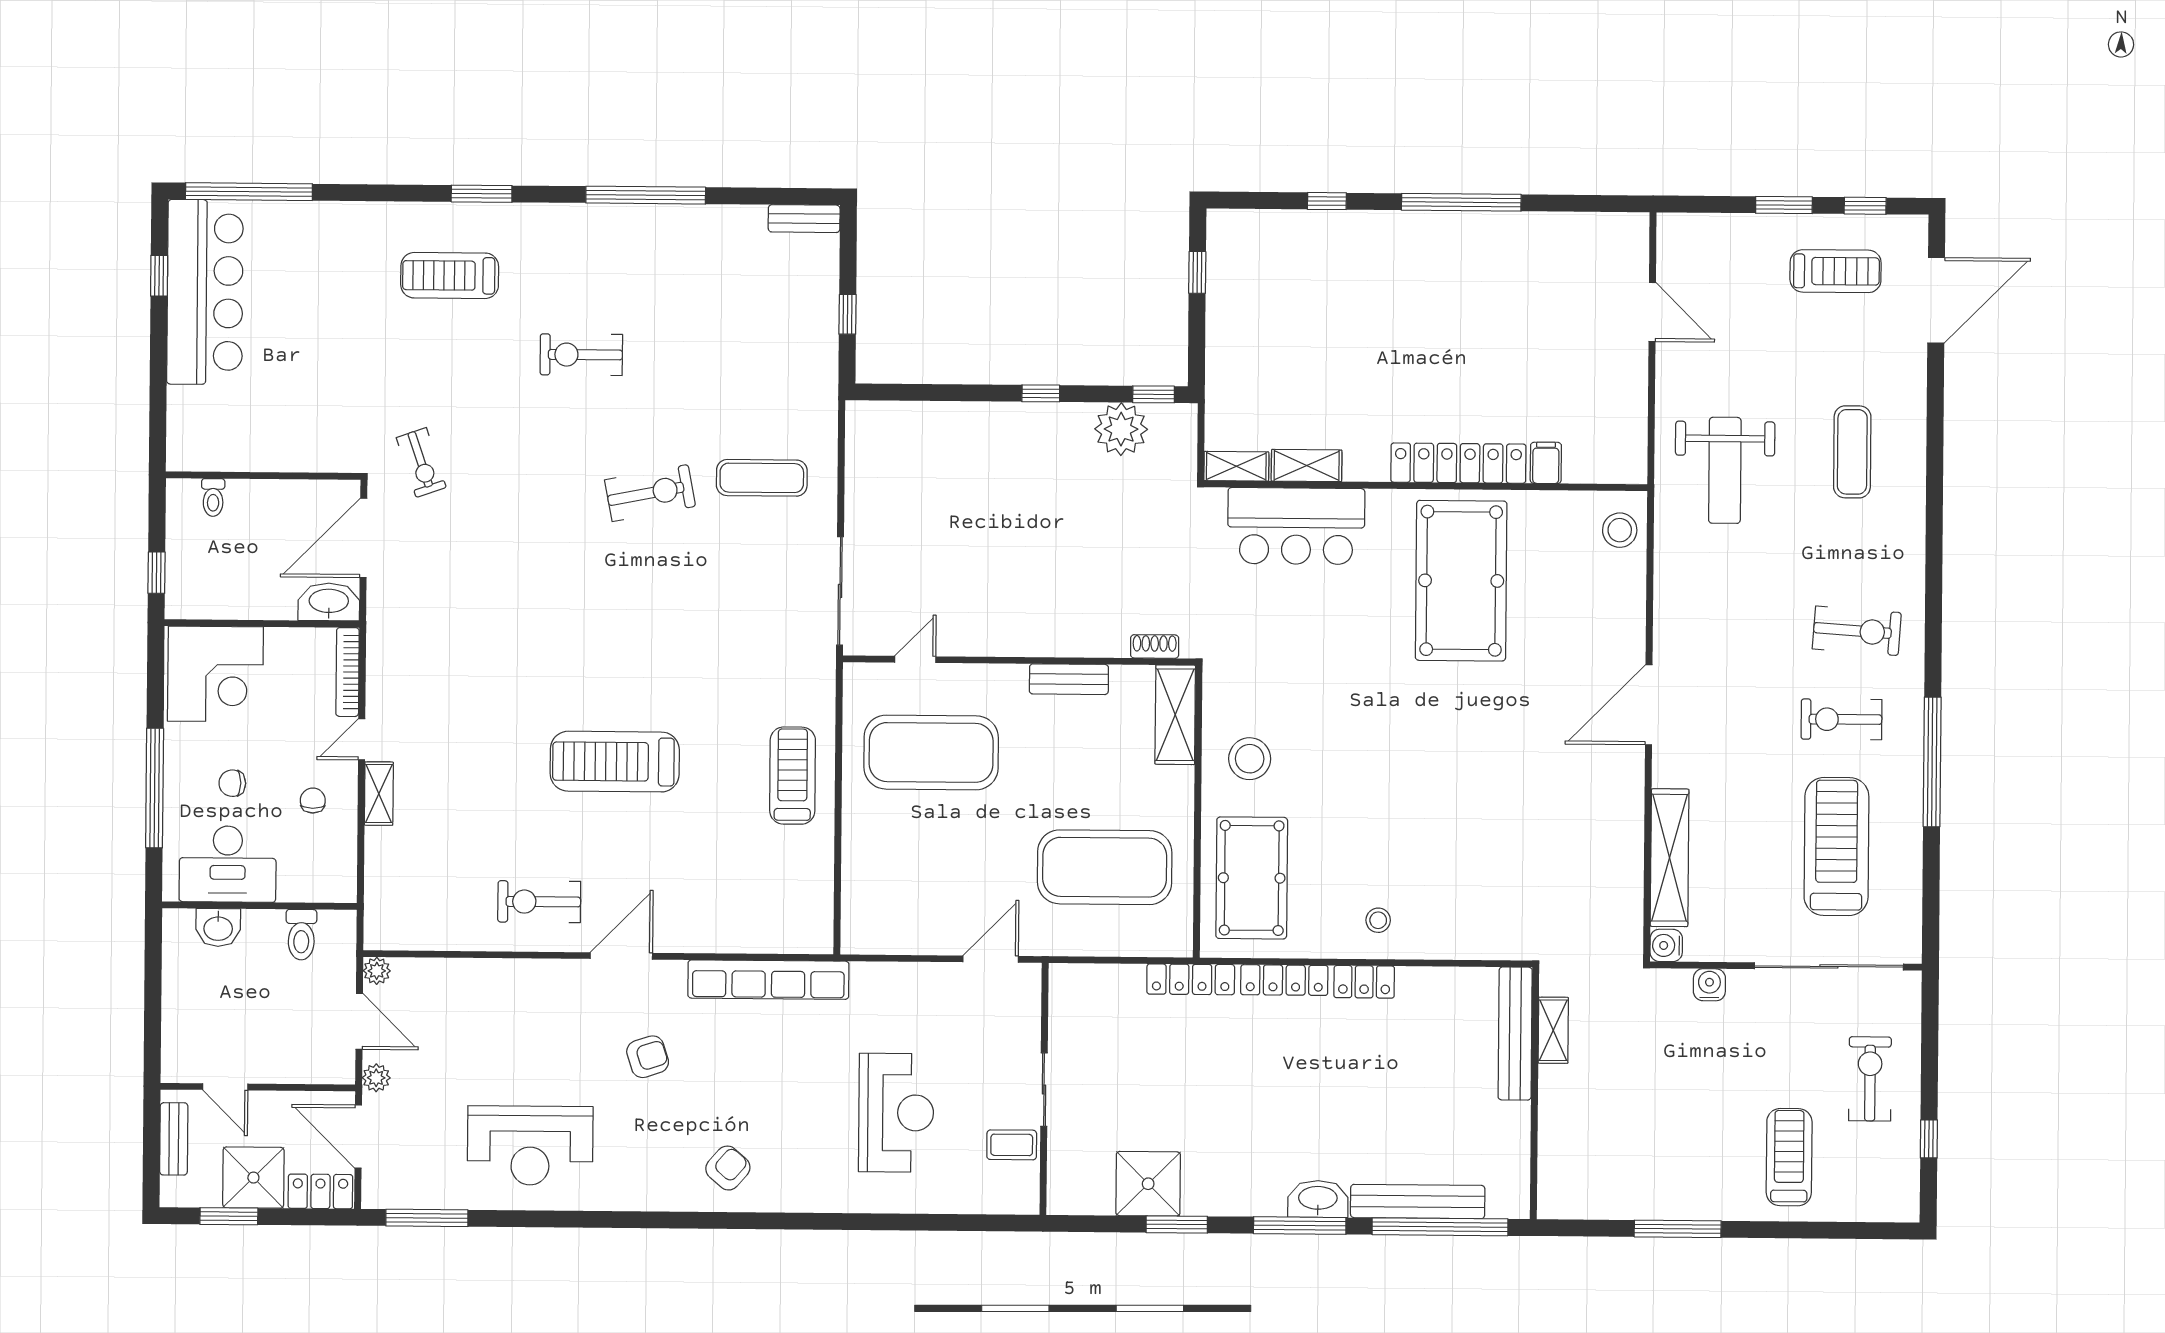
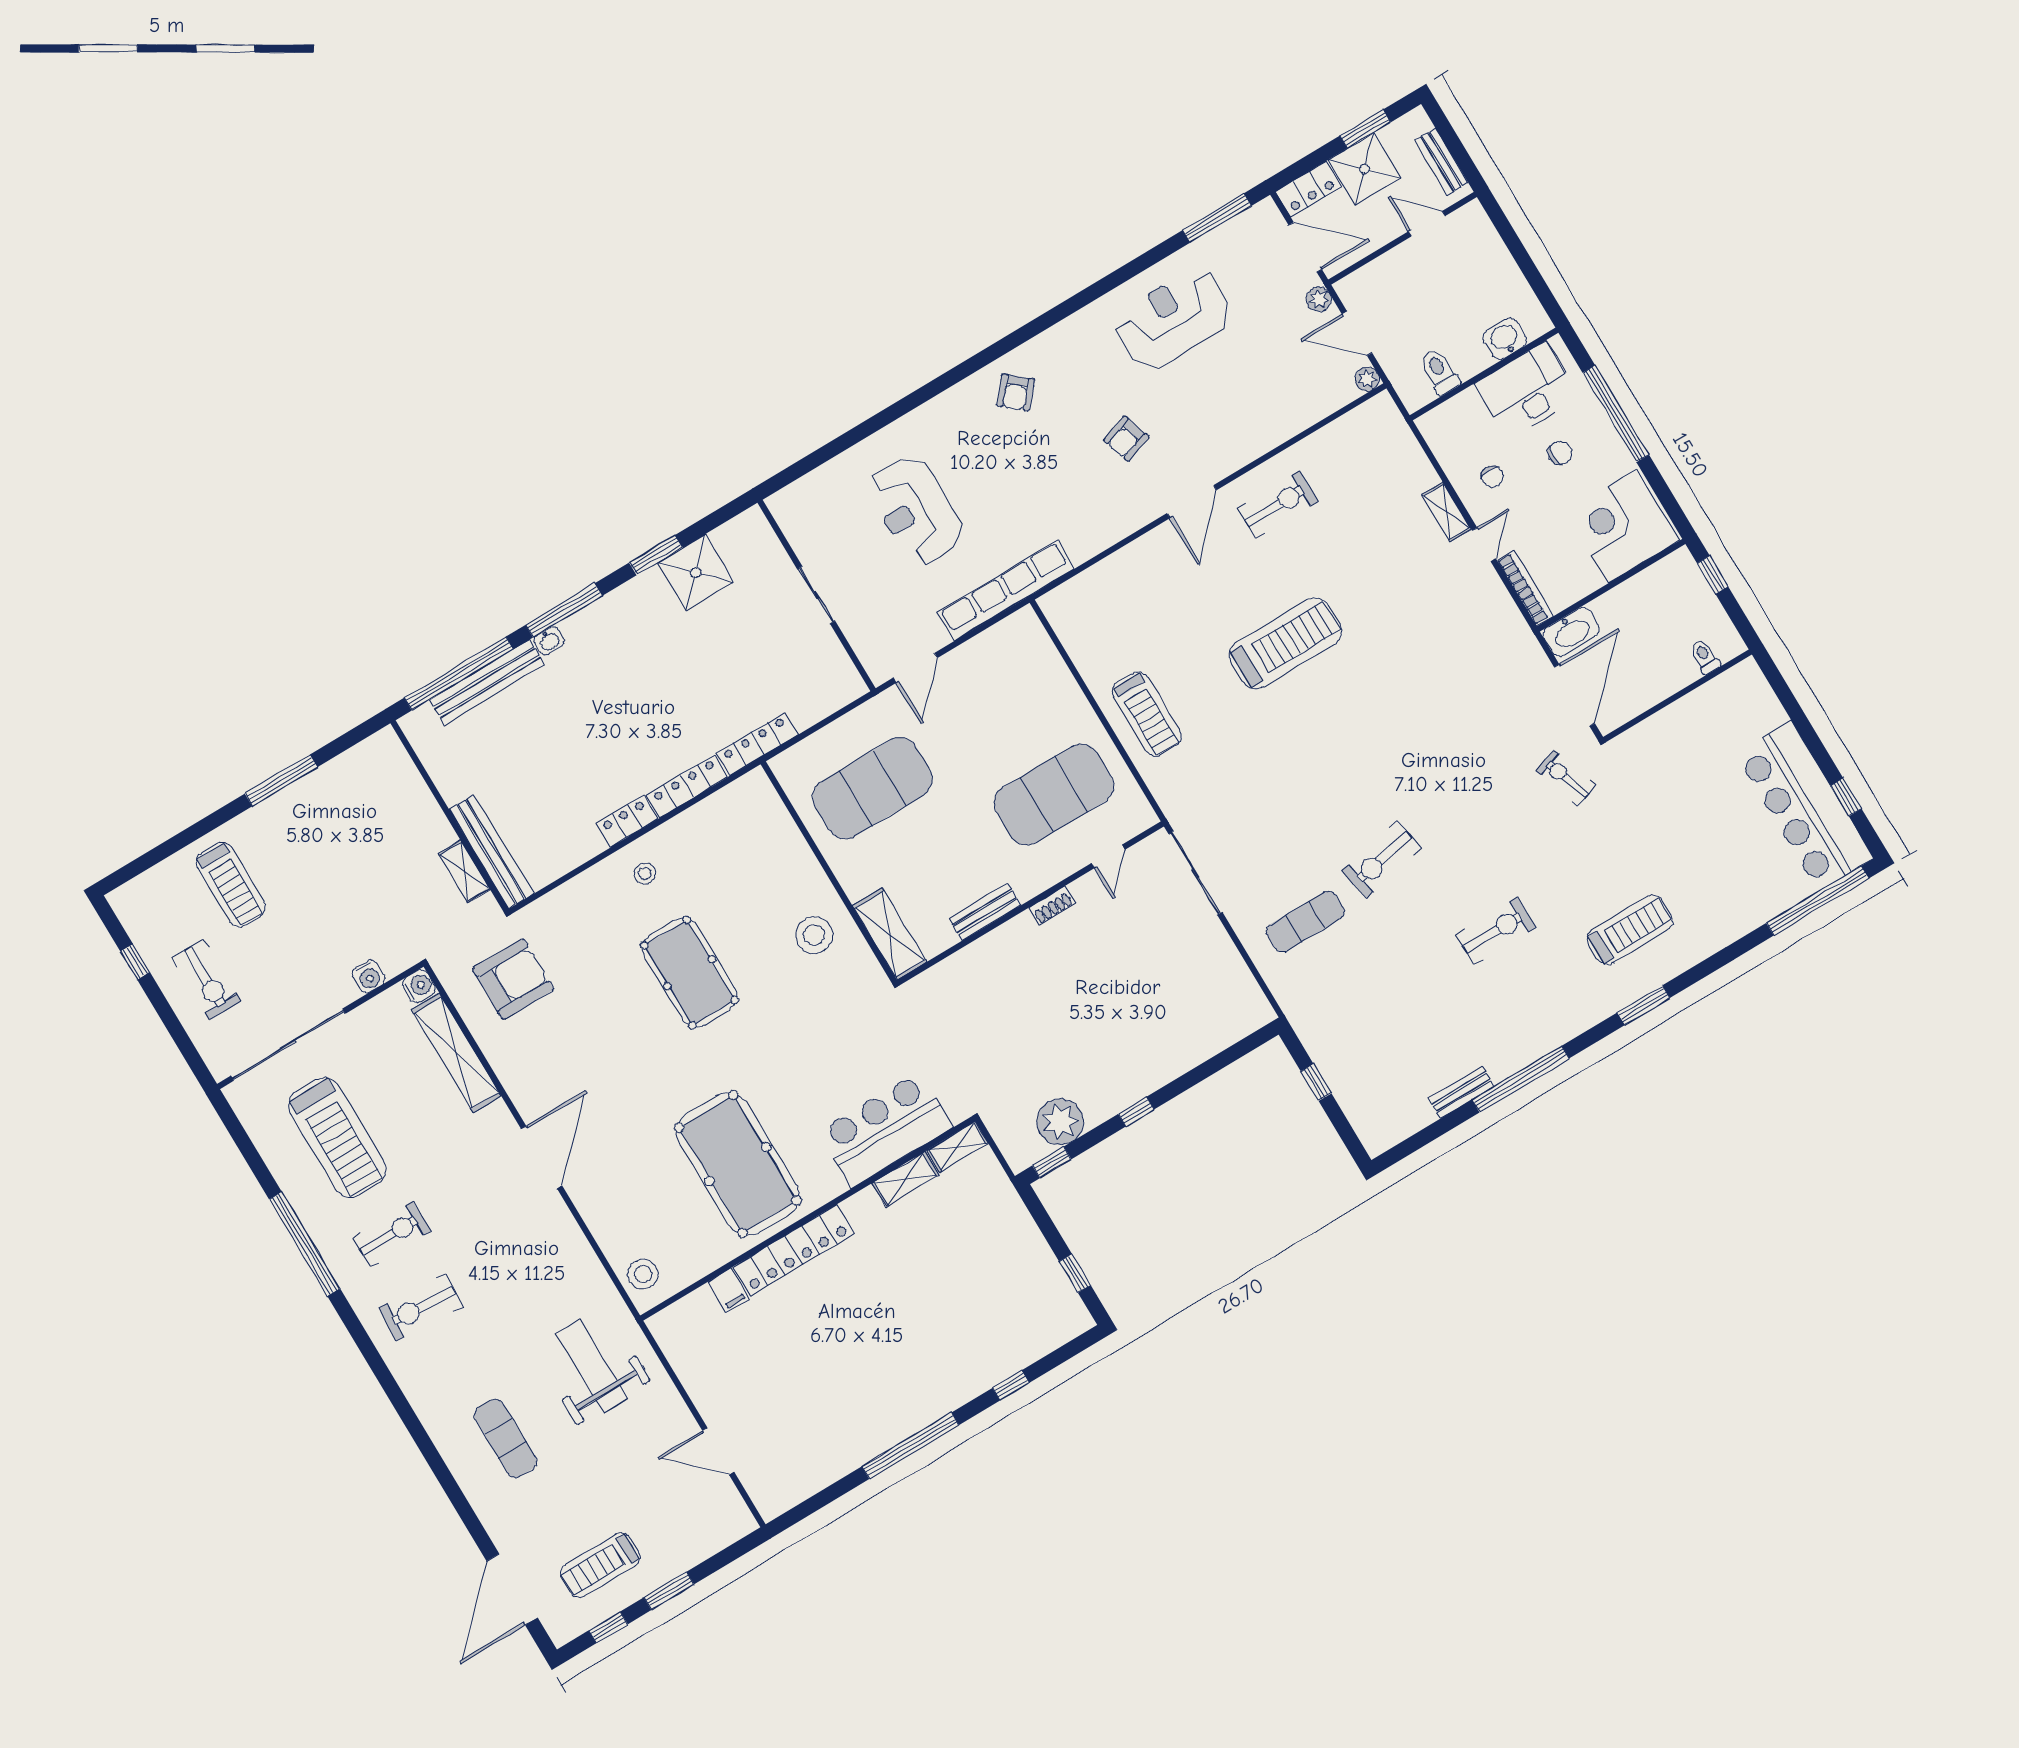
bench: (804, 219) -> (1461, 1092), moved
shoe rack: (1155, 646) -> (1052, 906), moved
pool table: (1252, 878) -> (690, 973), moved
armchair: (1570, 896) -> (513, 979), added
row of seats: (768, 980) -> (1006, 591), moved
coffee table: (1012, 1145) -> (815, 539), removed
washbasin: (1318, 1199) -> (549, 641), width x0.52, depth x0.69

